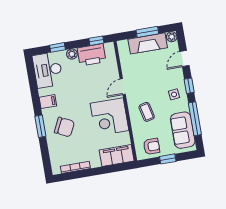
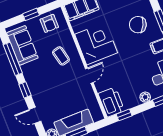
printer: (92, 55) -> (111, 102), moved, turned 90
door: (184, 59) -> (35, 115), swing flipped
side table: (174, 94) -> (38, 78), removed
armchair: (152, 146) -> (49, 23), turned -90

